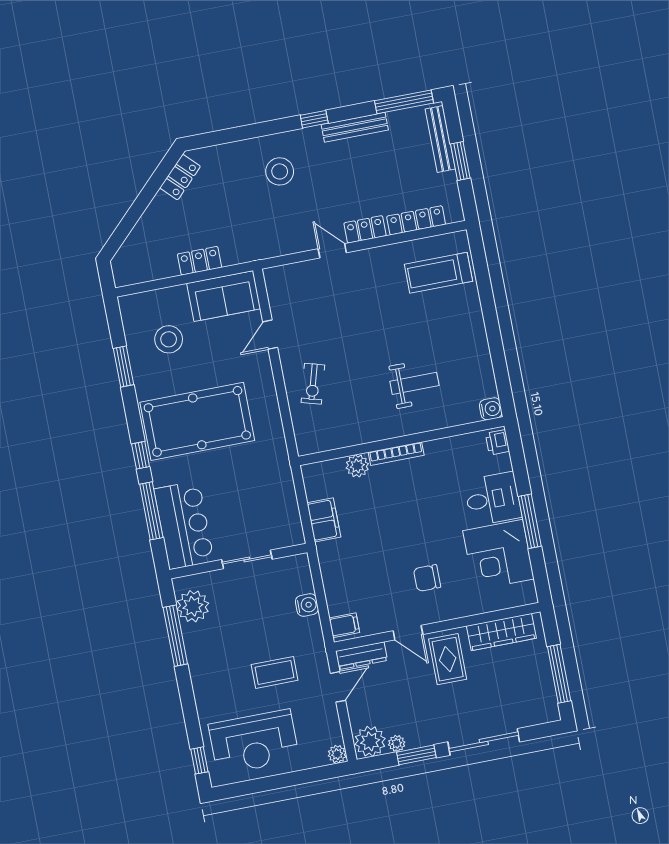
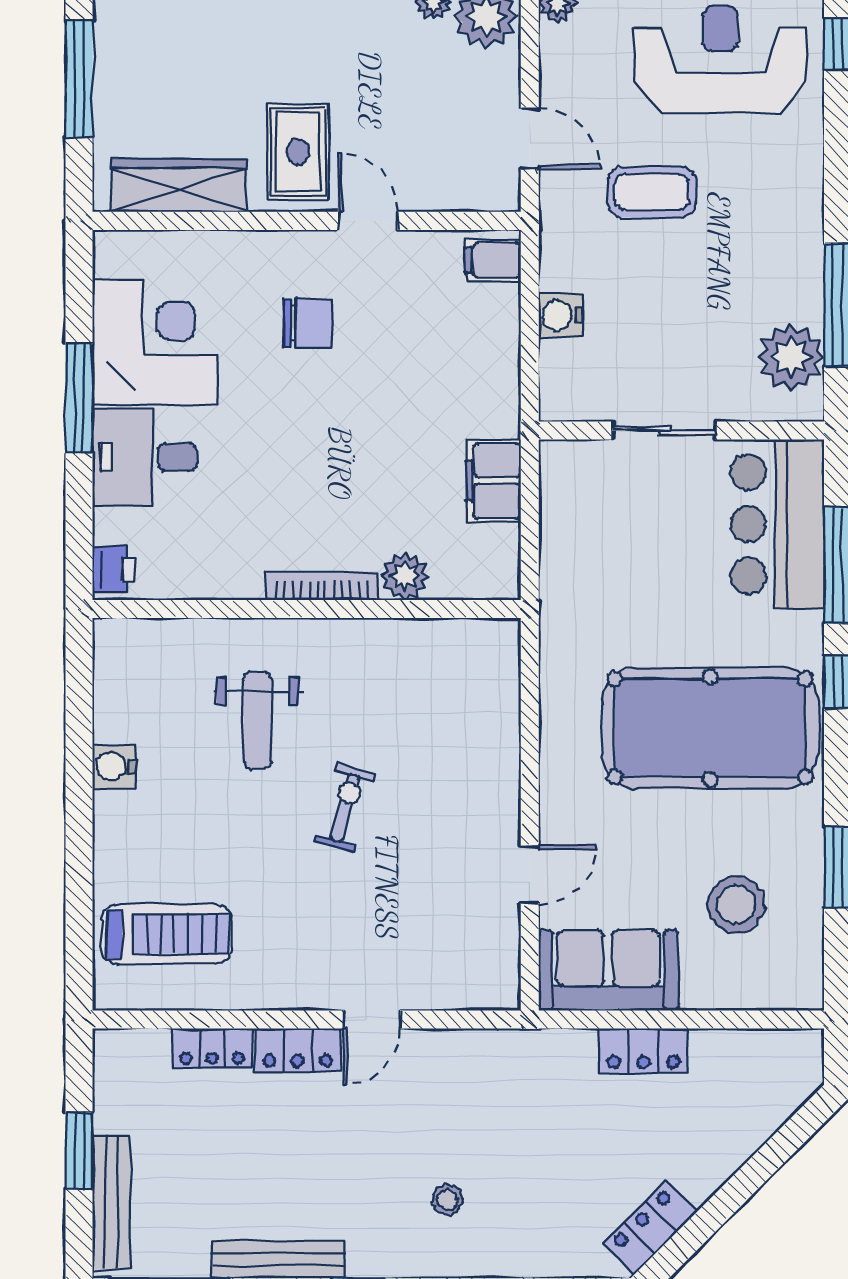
stool: (280, 171) -> (447, 1200), width x0.53, depth x0.53
locker: (416, 220) -> (212, 1048), width x0.66
door: (332, 251) -> (372, 1019), hinge flipped
weight bench: (414, 383) -> (258, 720), turned -90
exercise bike: (313, 384) -> (345, 808), moved
water cooler: (491, 409) -> (114, 766), moved
dresser: (361, 656) -> (470, 192), removed
door: (338, 687) -> (530, 139), swing flipped

